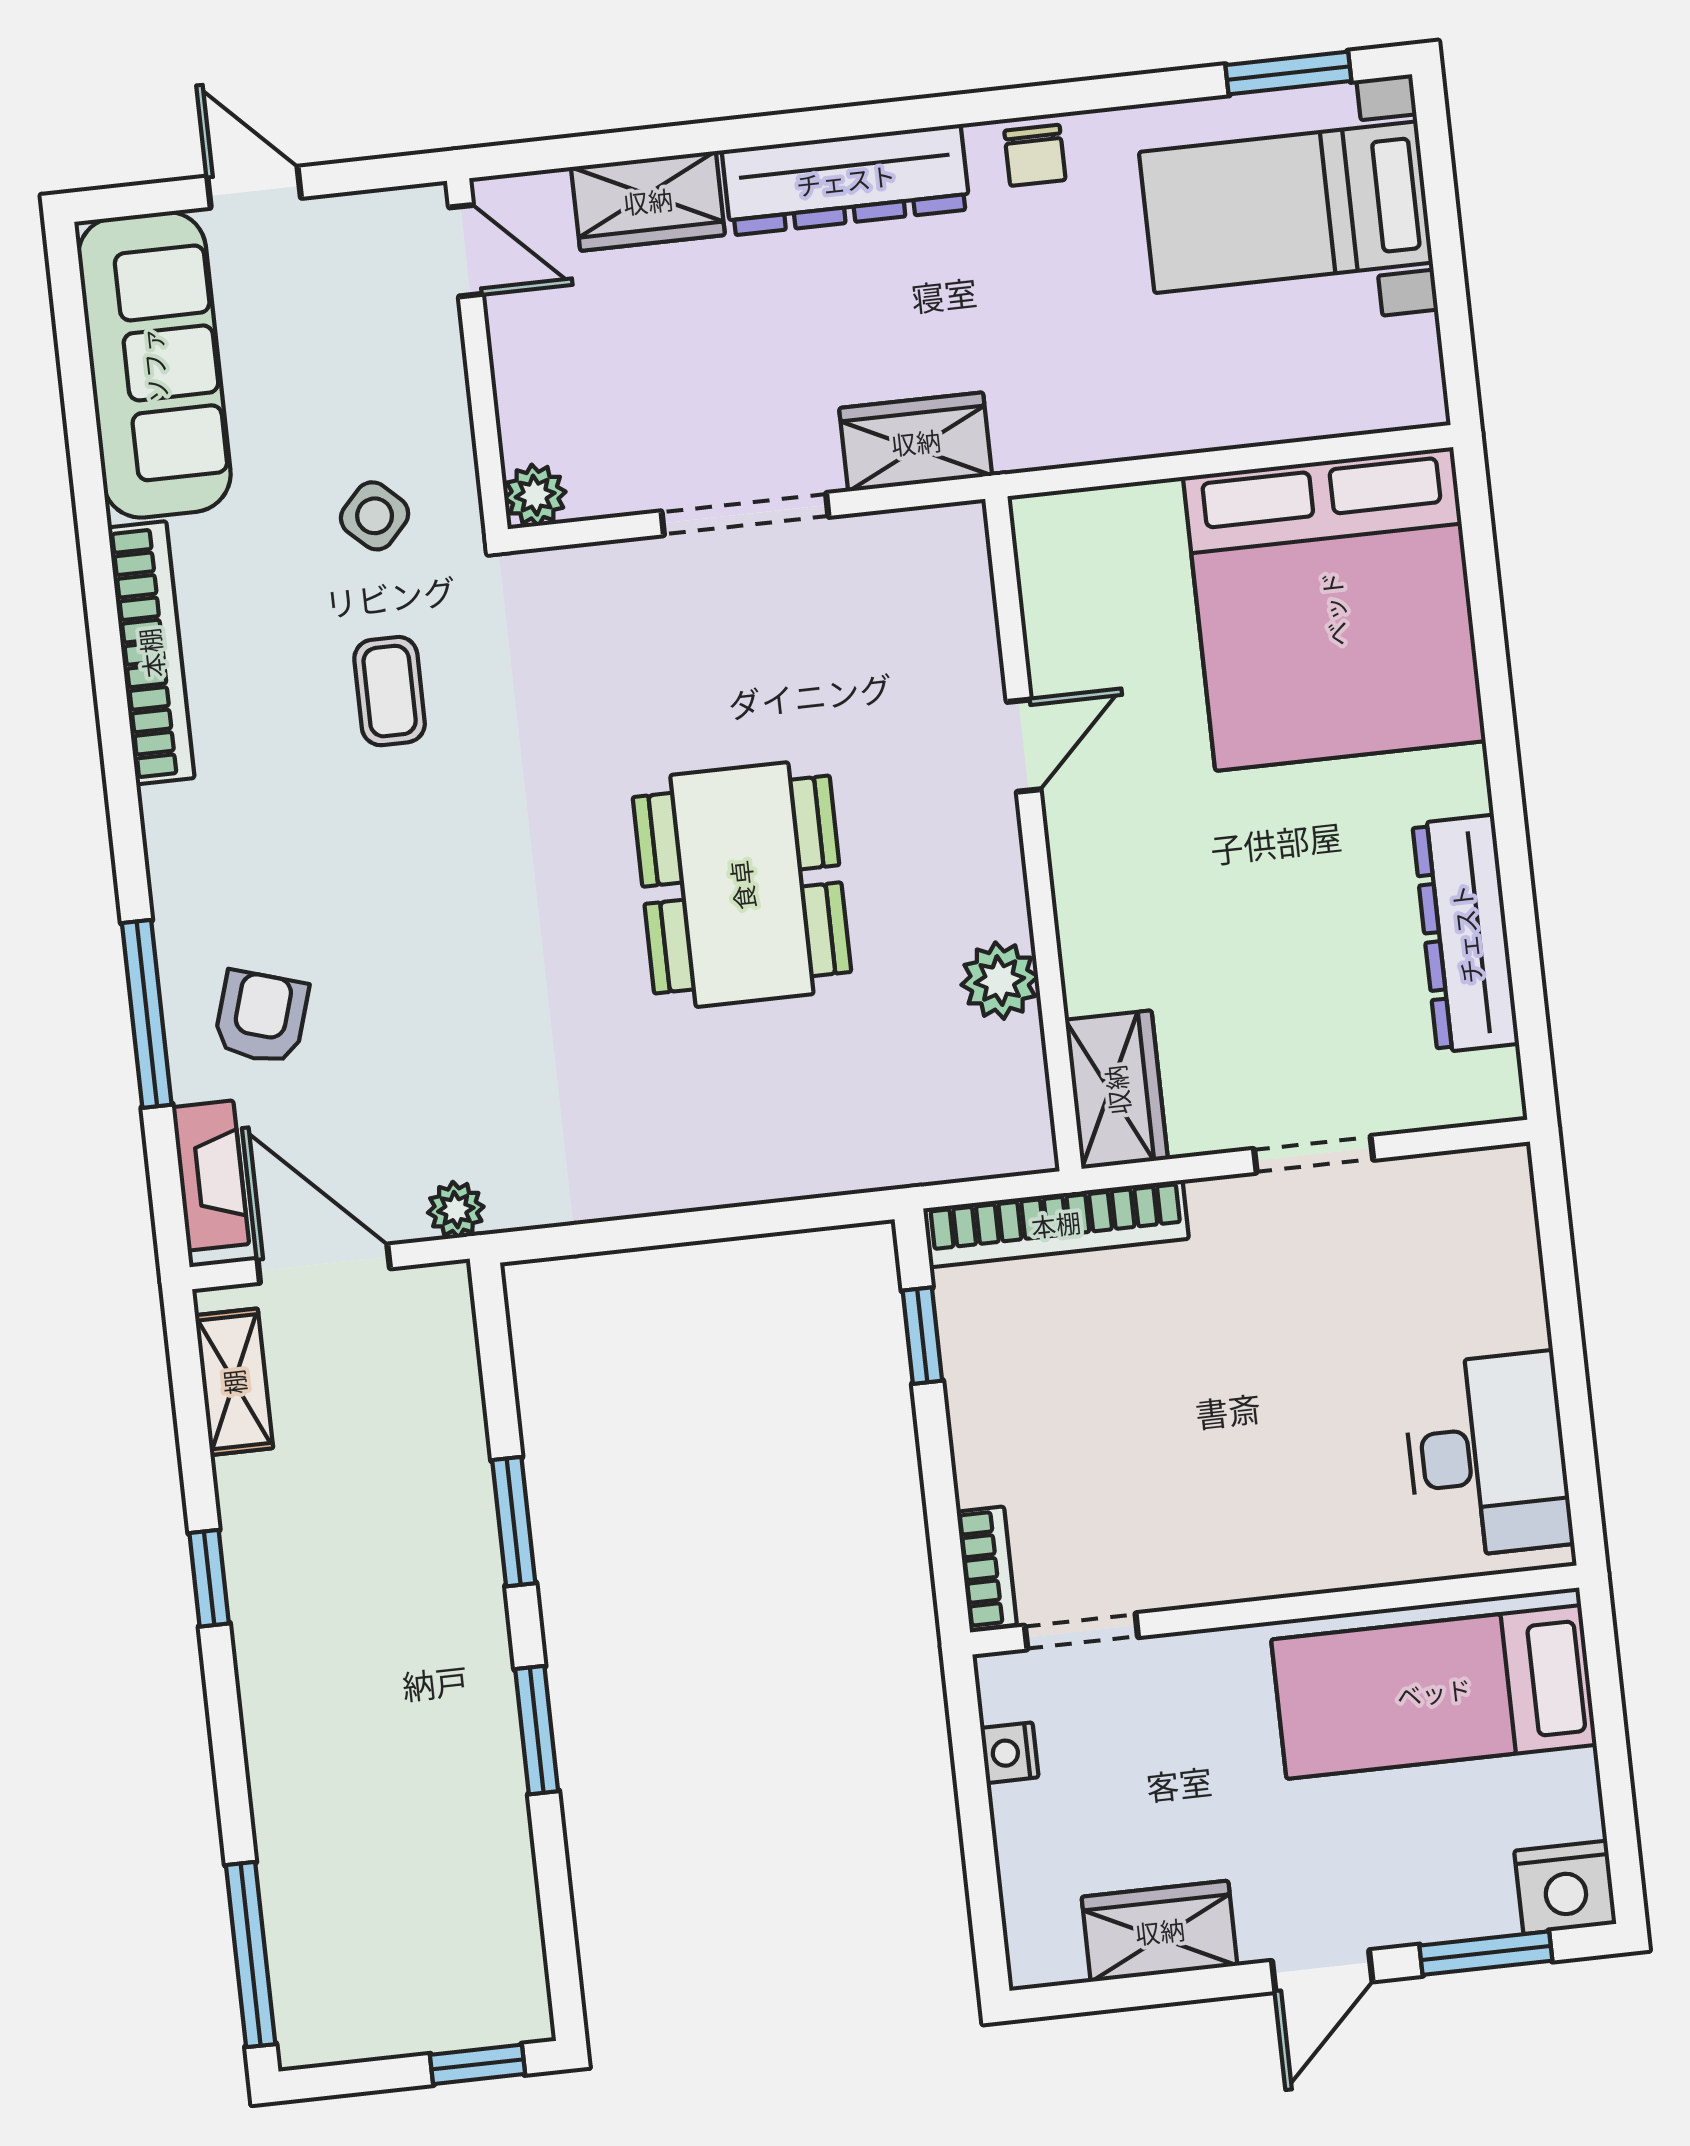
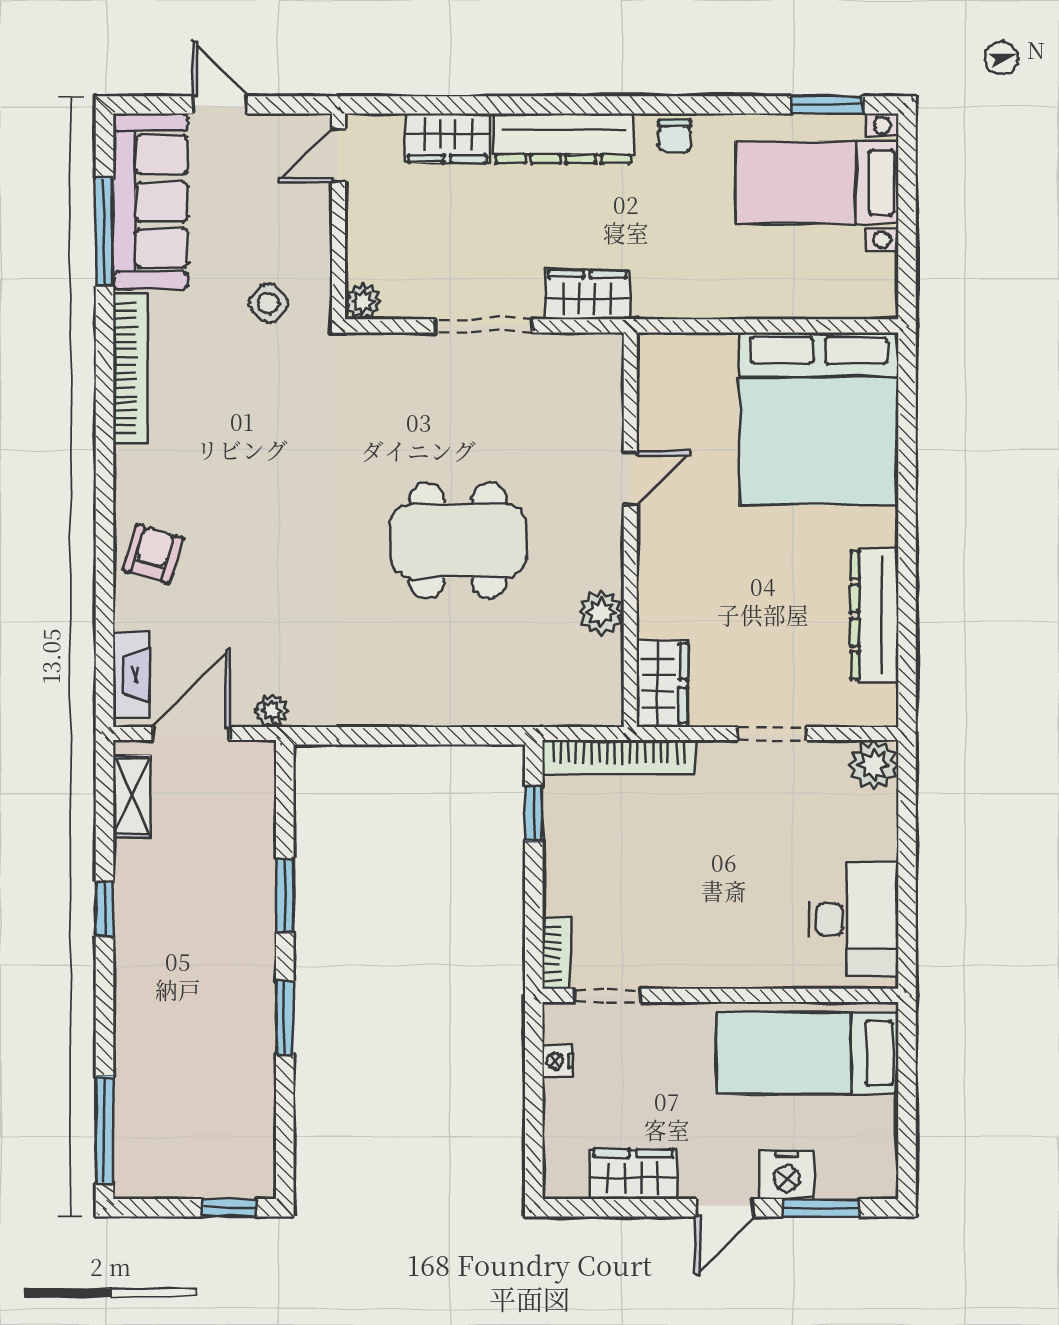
door: (466, 251) -> (338, 155), swing flipped
coffee table: (390, 691) -> (266, 406), removed
dining table: (742, 885) -> (458, 540), turned 90
window: (147, 1014) -> (105, 232), moved
armchair: (261, 1017) -> (153, 554), moved
plant: (1492, 1189) -> (874, 765), added
door: (324, 1264) -> (191, 734), hinge flipped
nightstand: (1565, 1887) -> (787, 1175), moved

